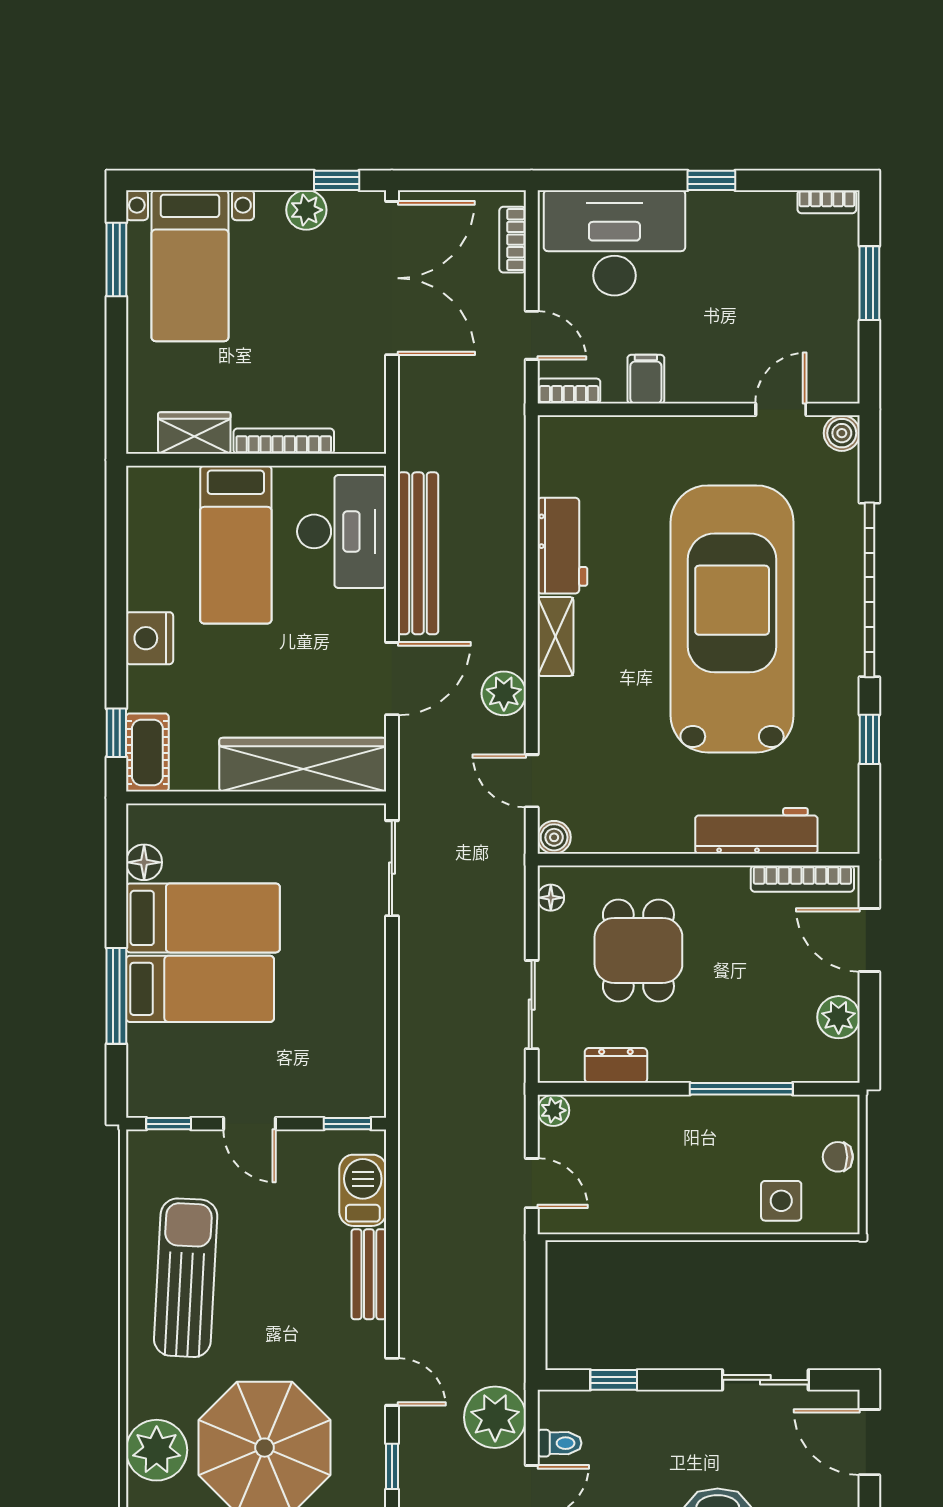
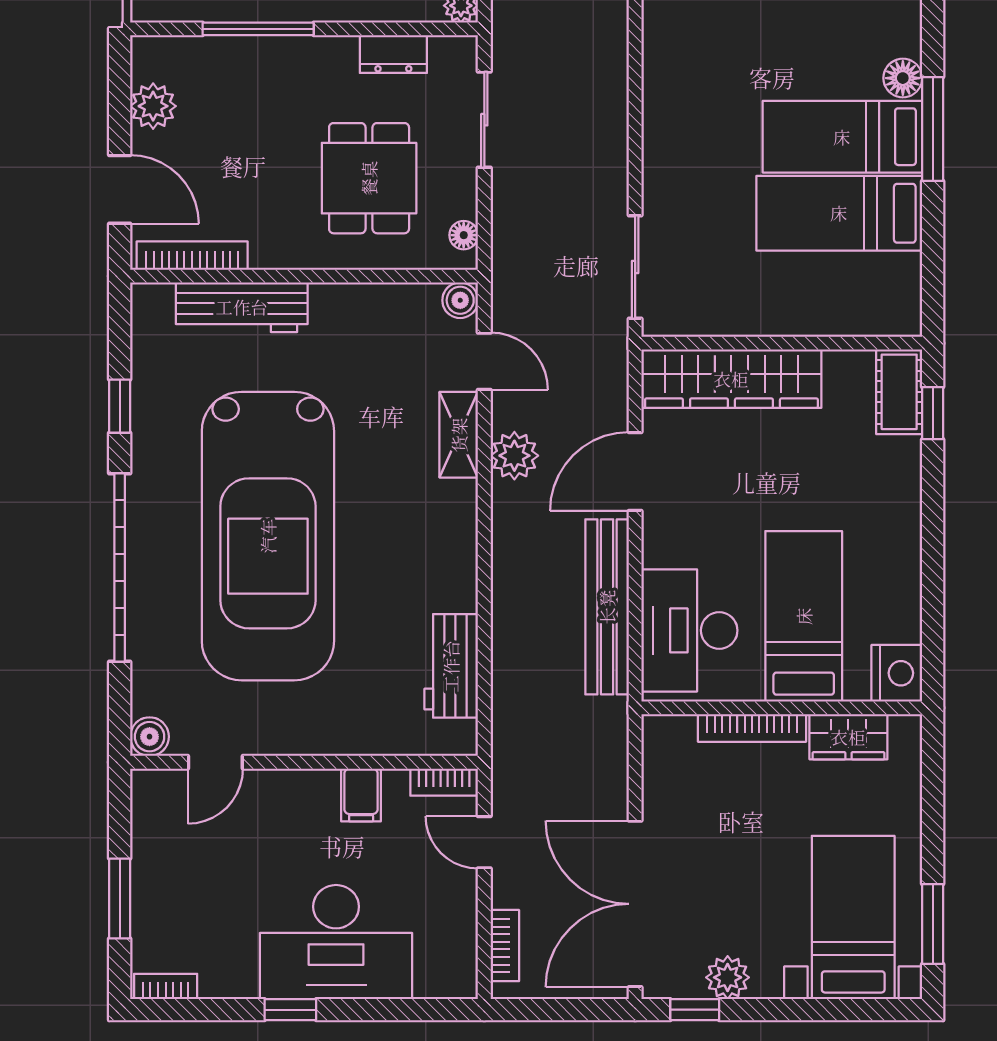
desk: (614, 243) -> (336, 942), moved
workbench: (562, 546) -> (451, 666), moved
shelving: (555, 636) -> (459, 435), moved
nightstand: (150, 638) -> (897, 673), moved
floor lamp: (144, 862) -> (903, 78), moved

